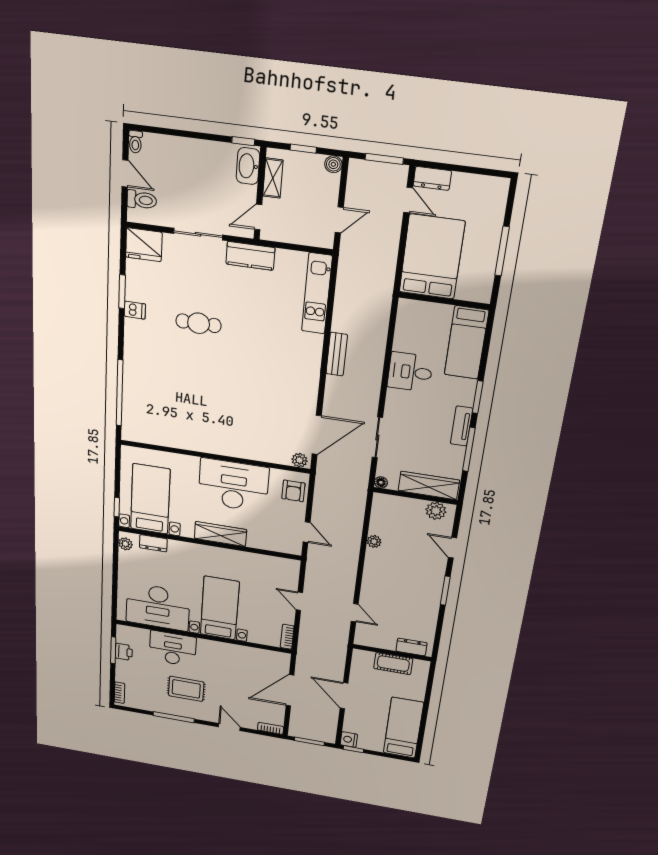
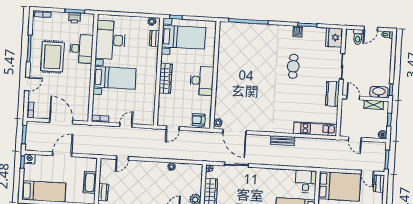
door: (408, 200) -> (367, 172), hinge flipped
desk: (410, 372) -> (306, 181), moved
desk: (233, 485) -> (202, 81), width x0.73, depth x0.77
rug: (186, 689) -> (52, 57), width x1.36, depth x1.43

